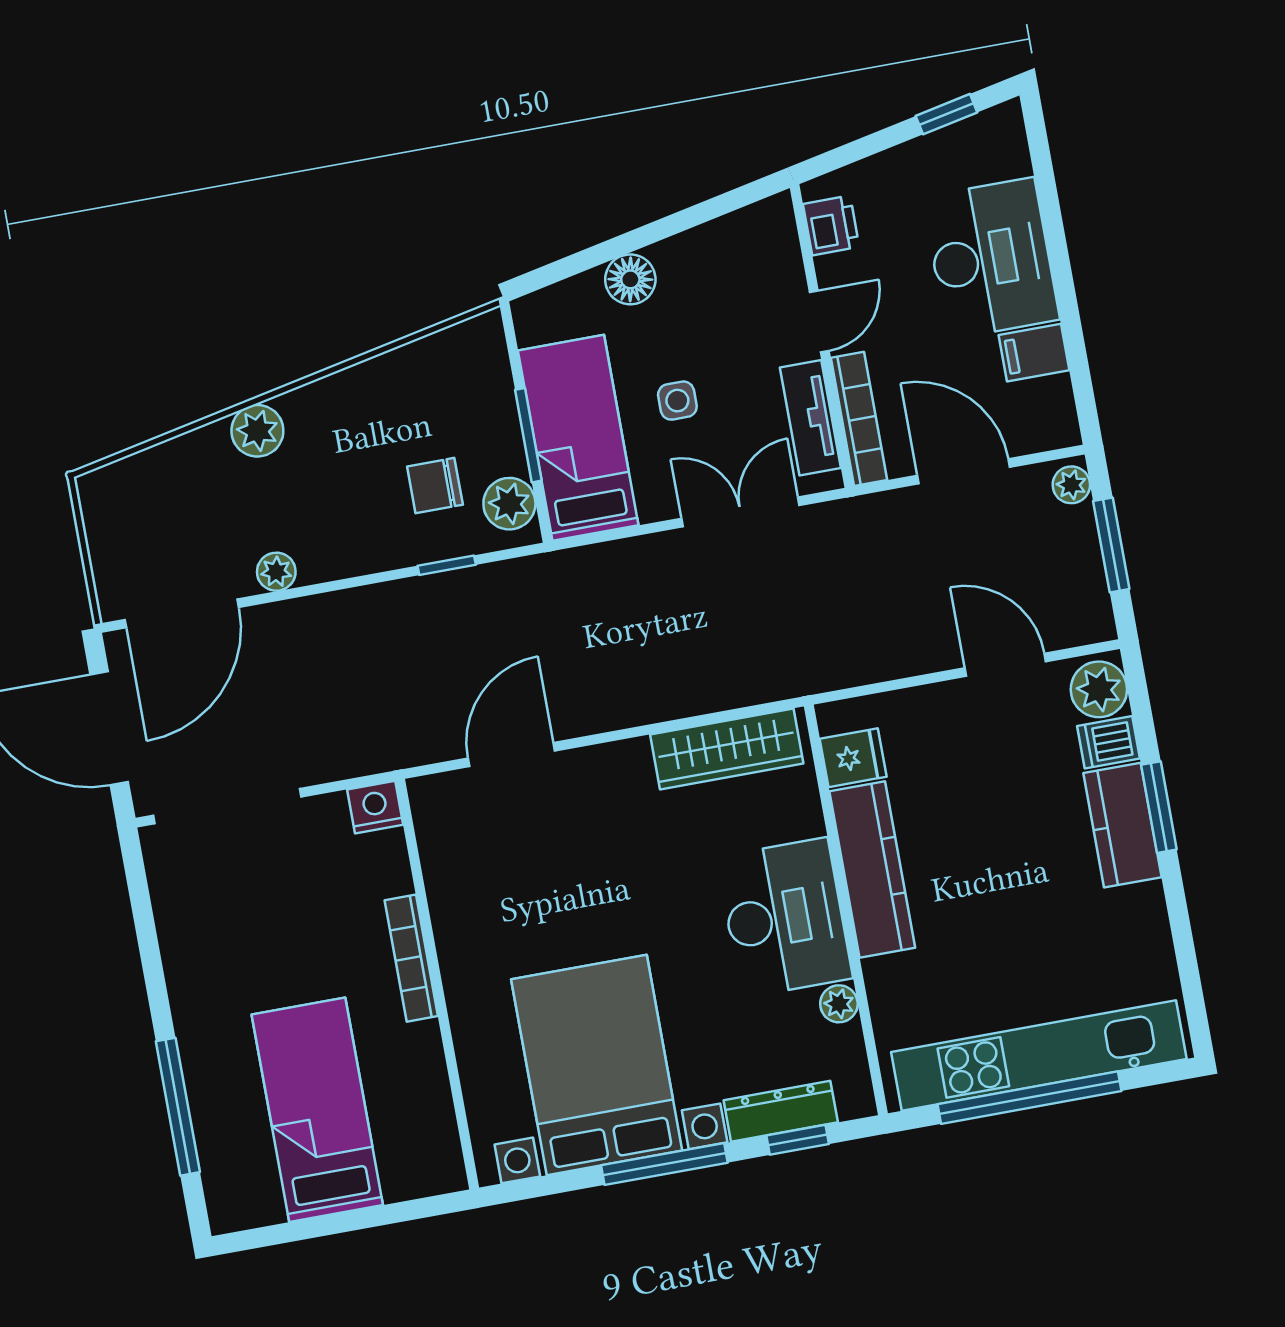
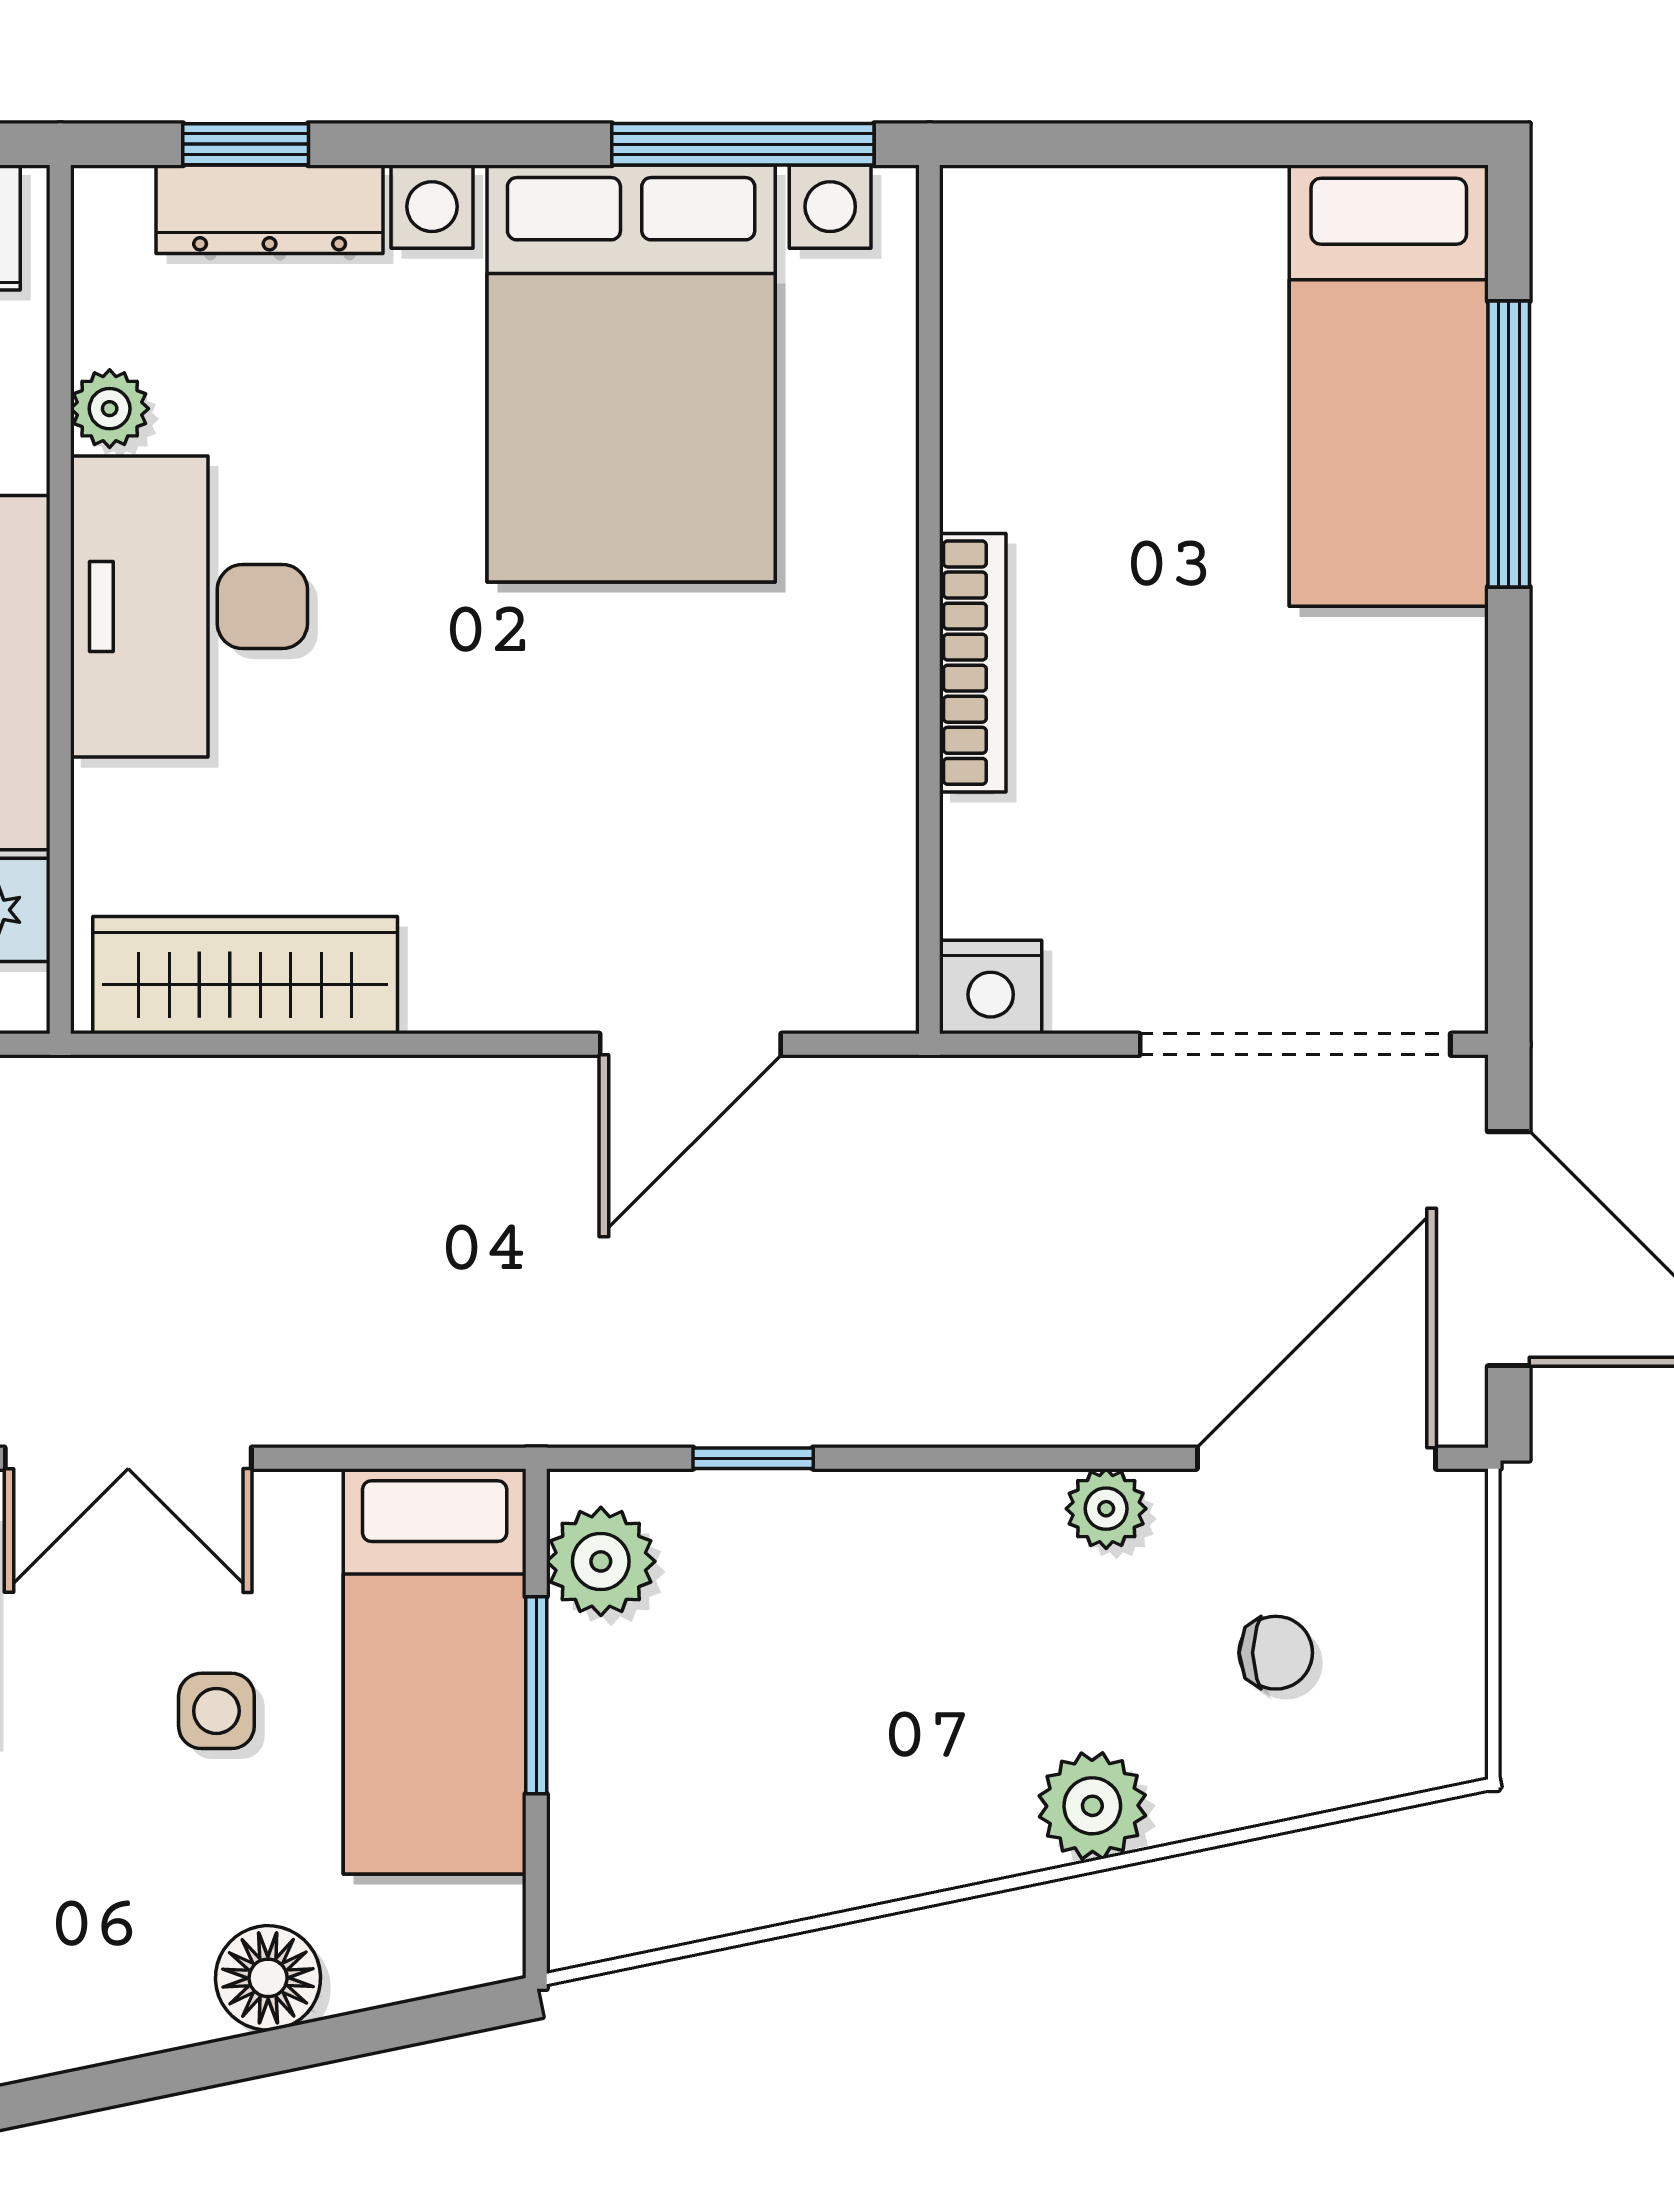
chair: (435, 486) -> (1276, 1653), moved, width x0.73, depth x0.73
bed: (317, 1110) -> (1389, 386), moved
window: (664, 1164) -> (743, 144), moved

